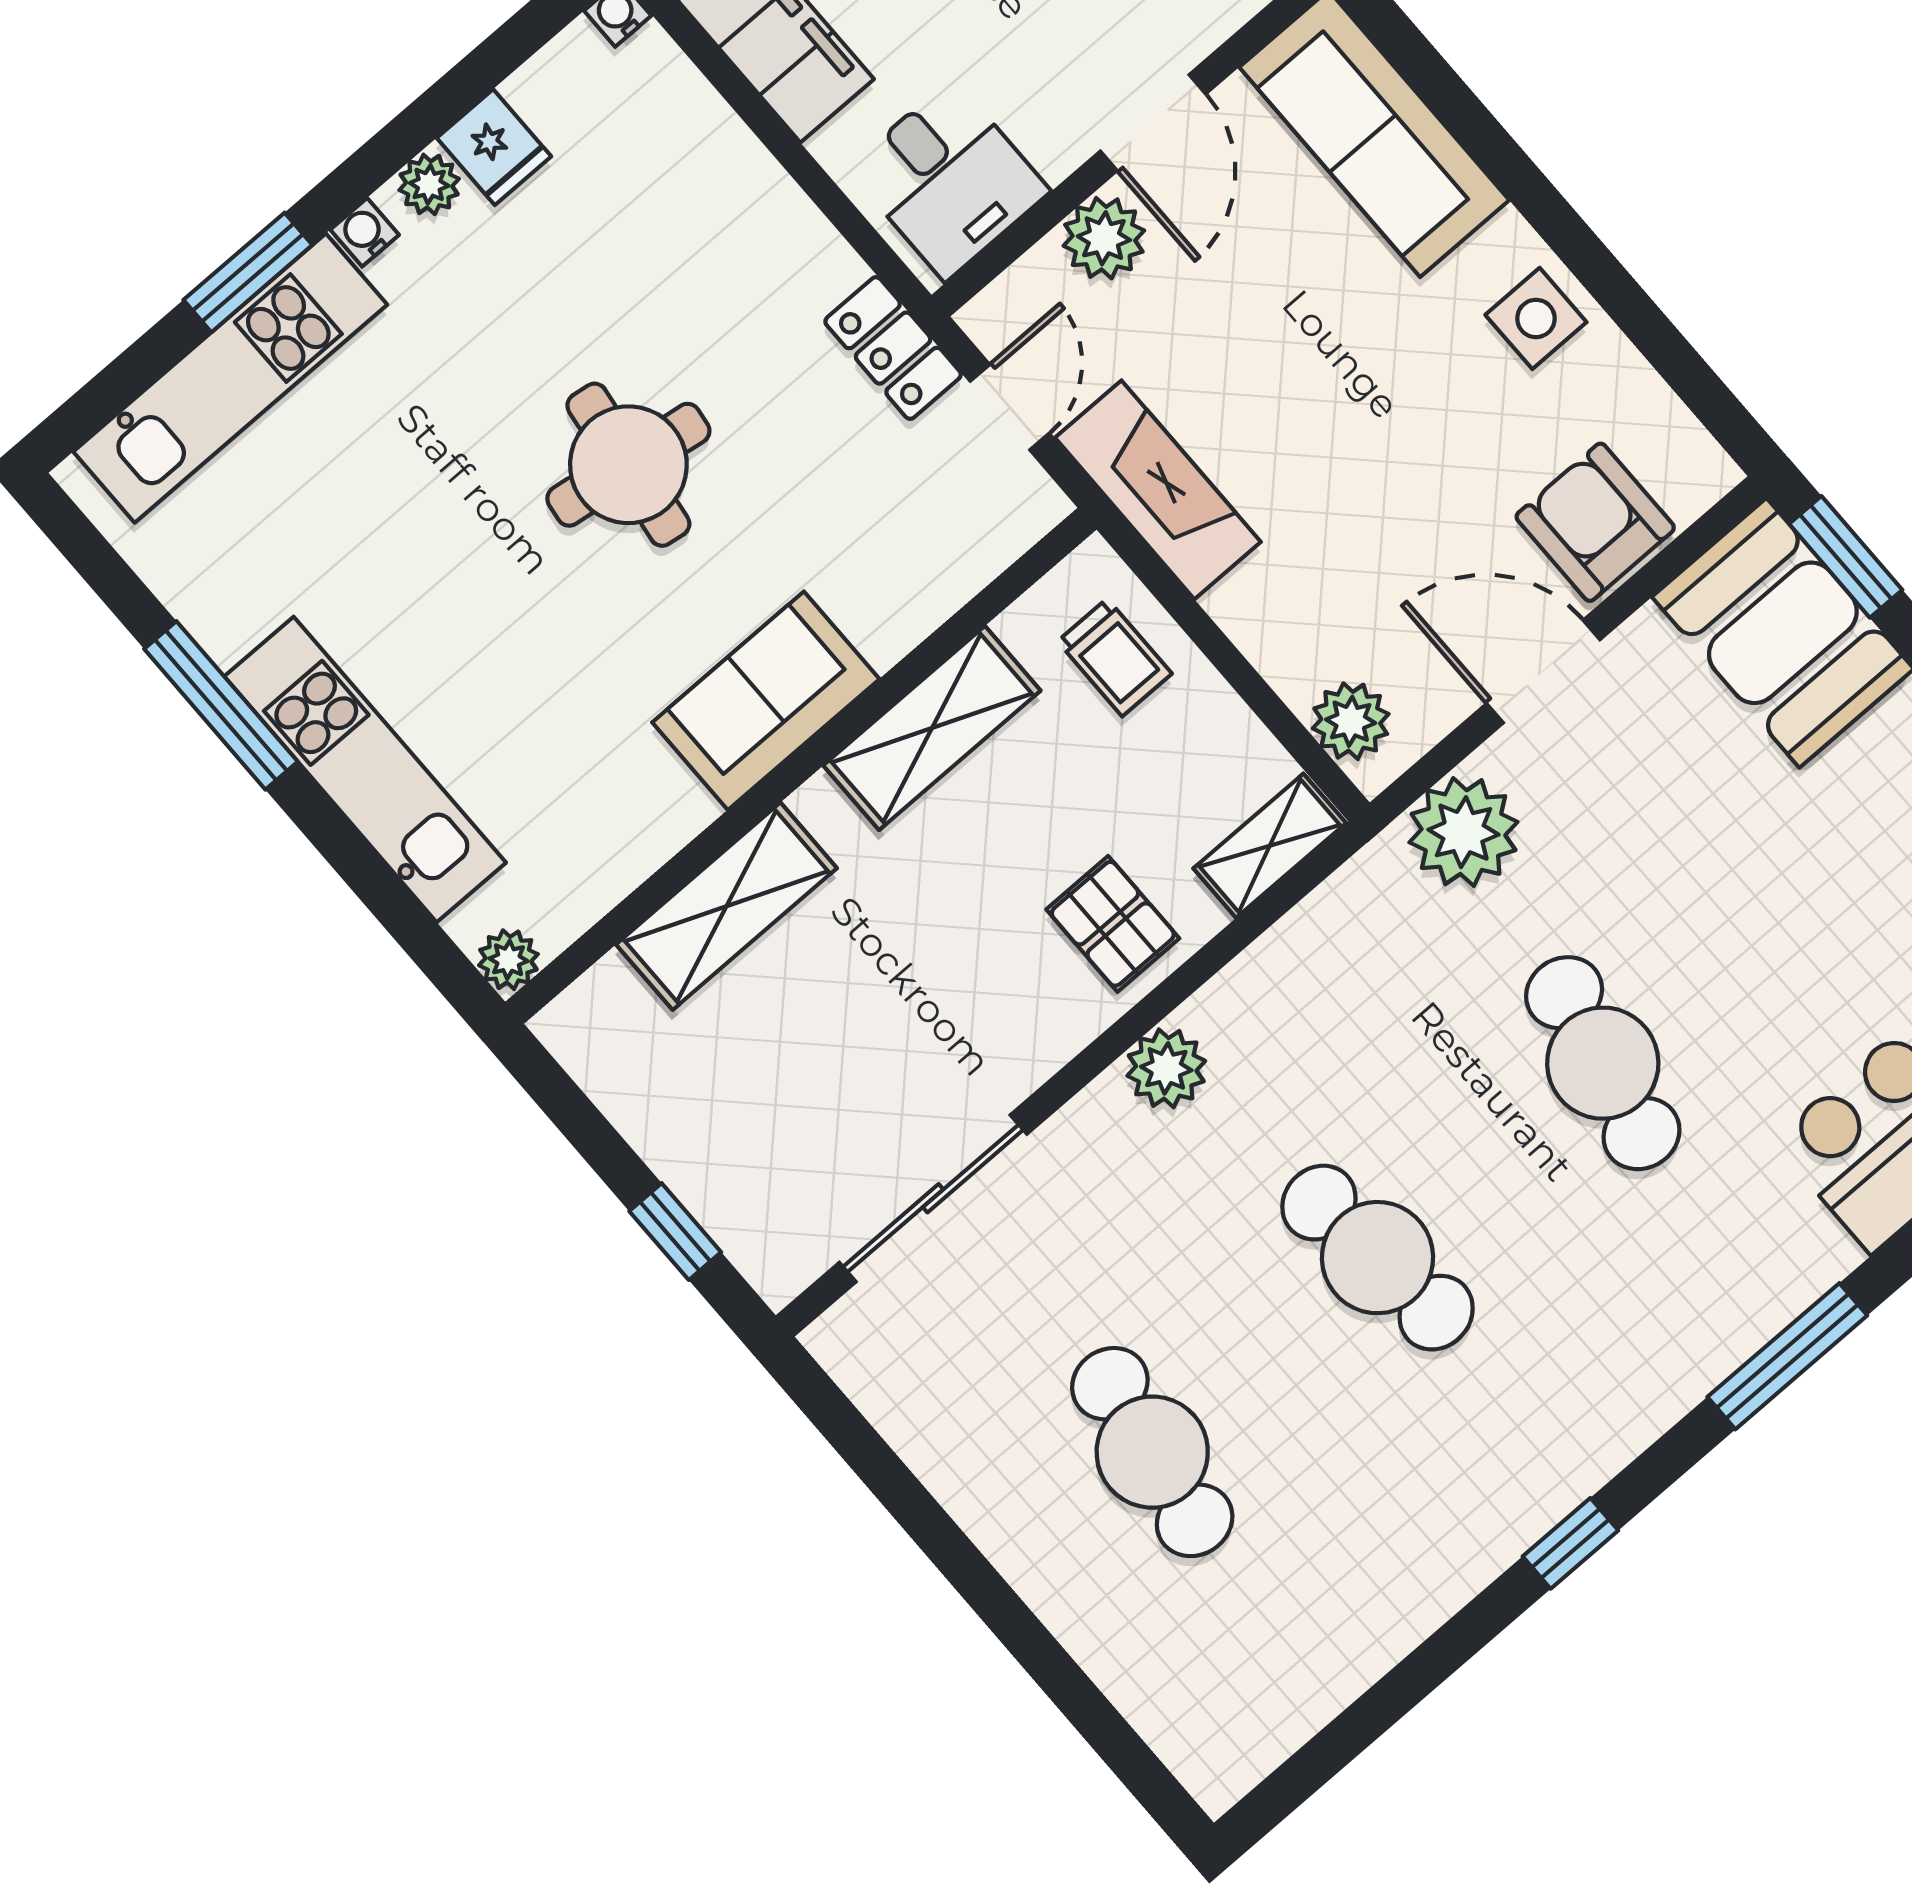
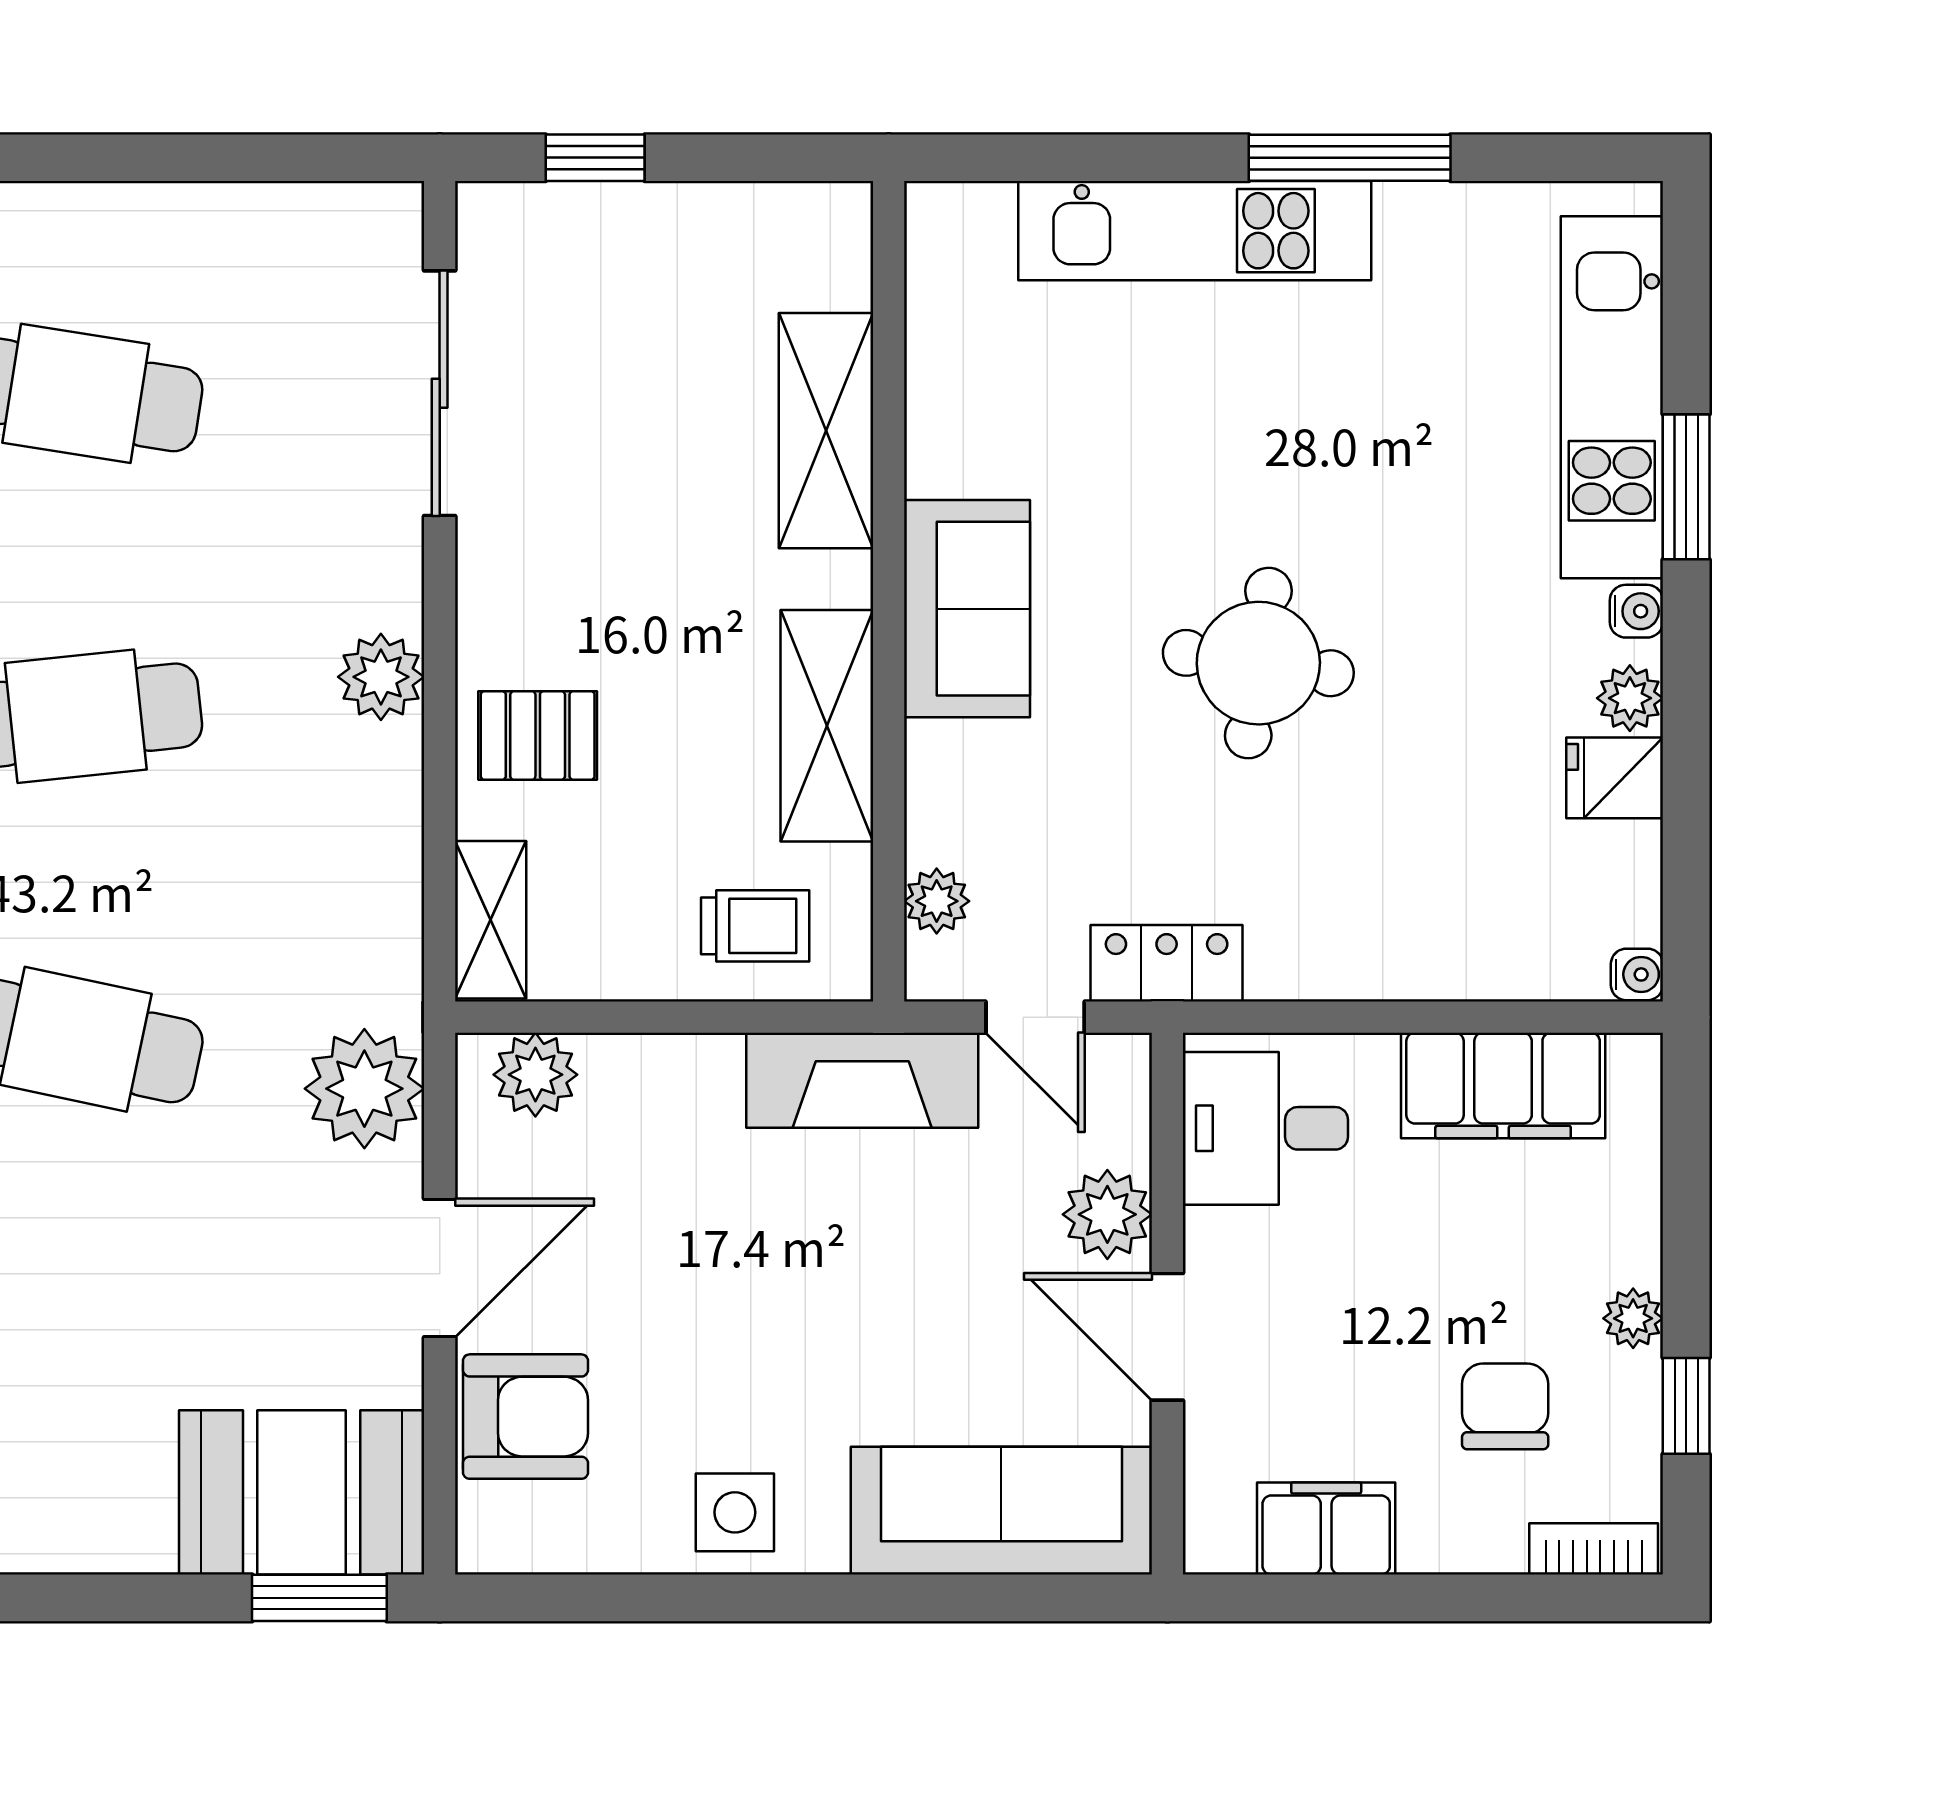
trolley: (1115, 657) -> (755, 926), turned 180
plant: (508, 960) -> (937, 901), moved

